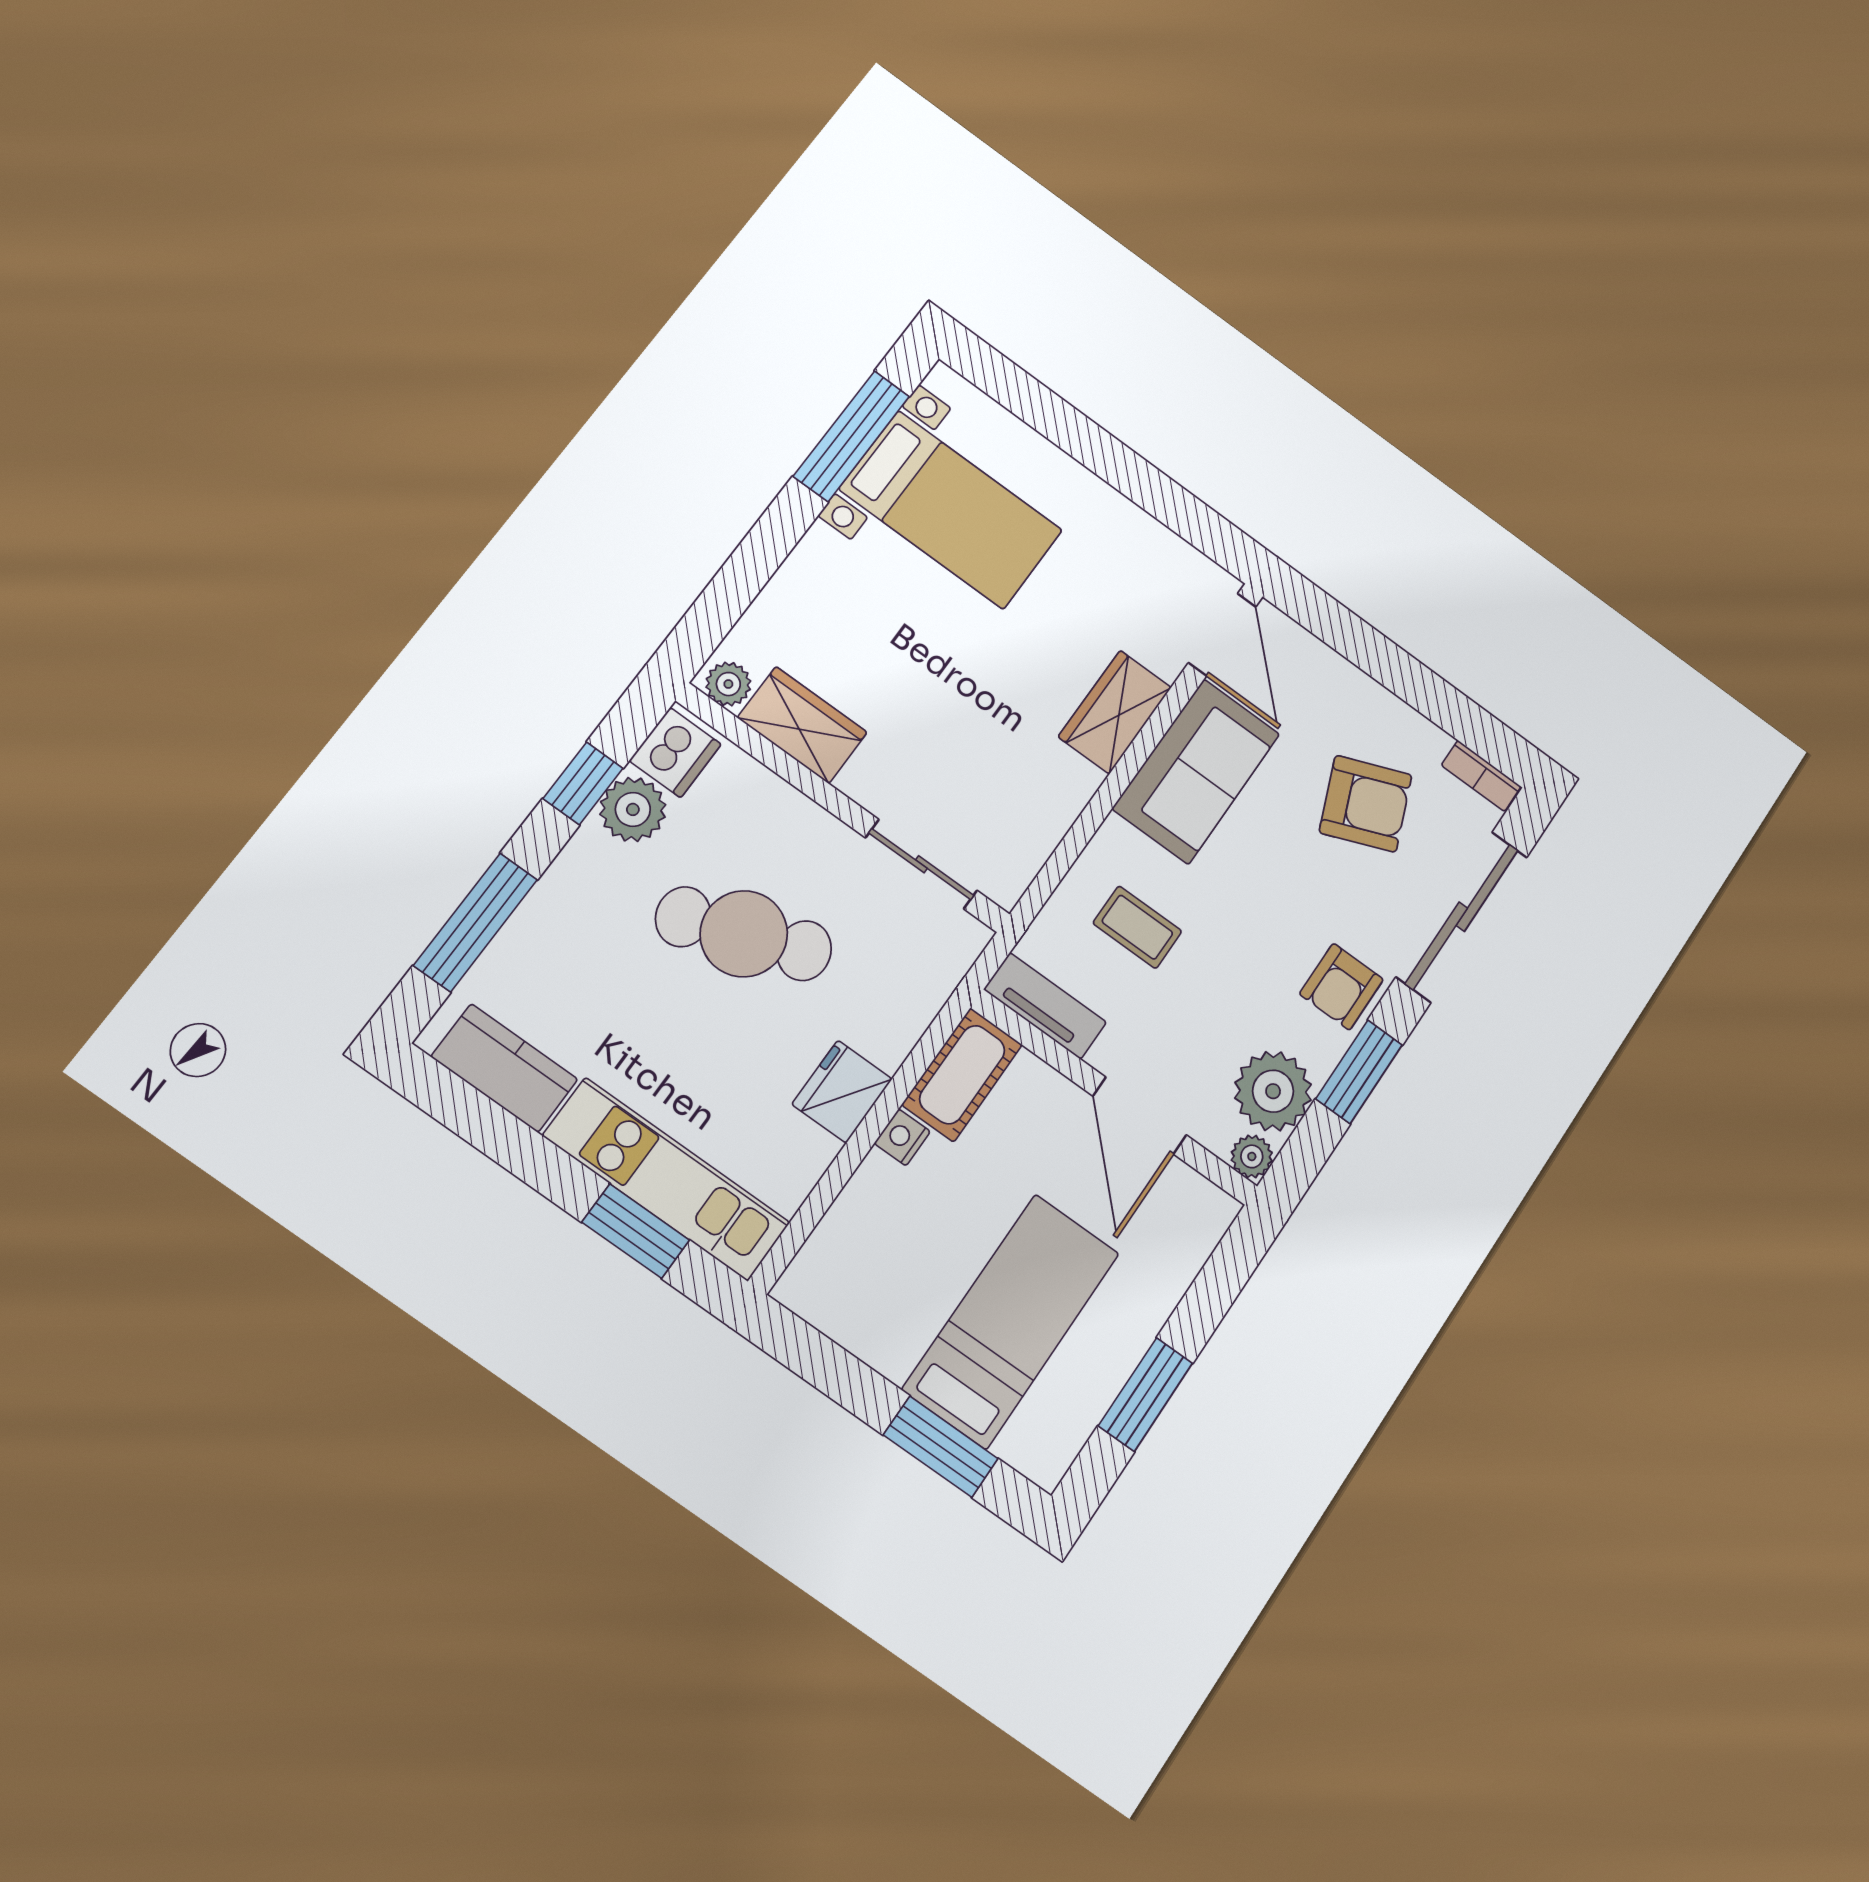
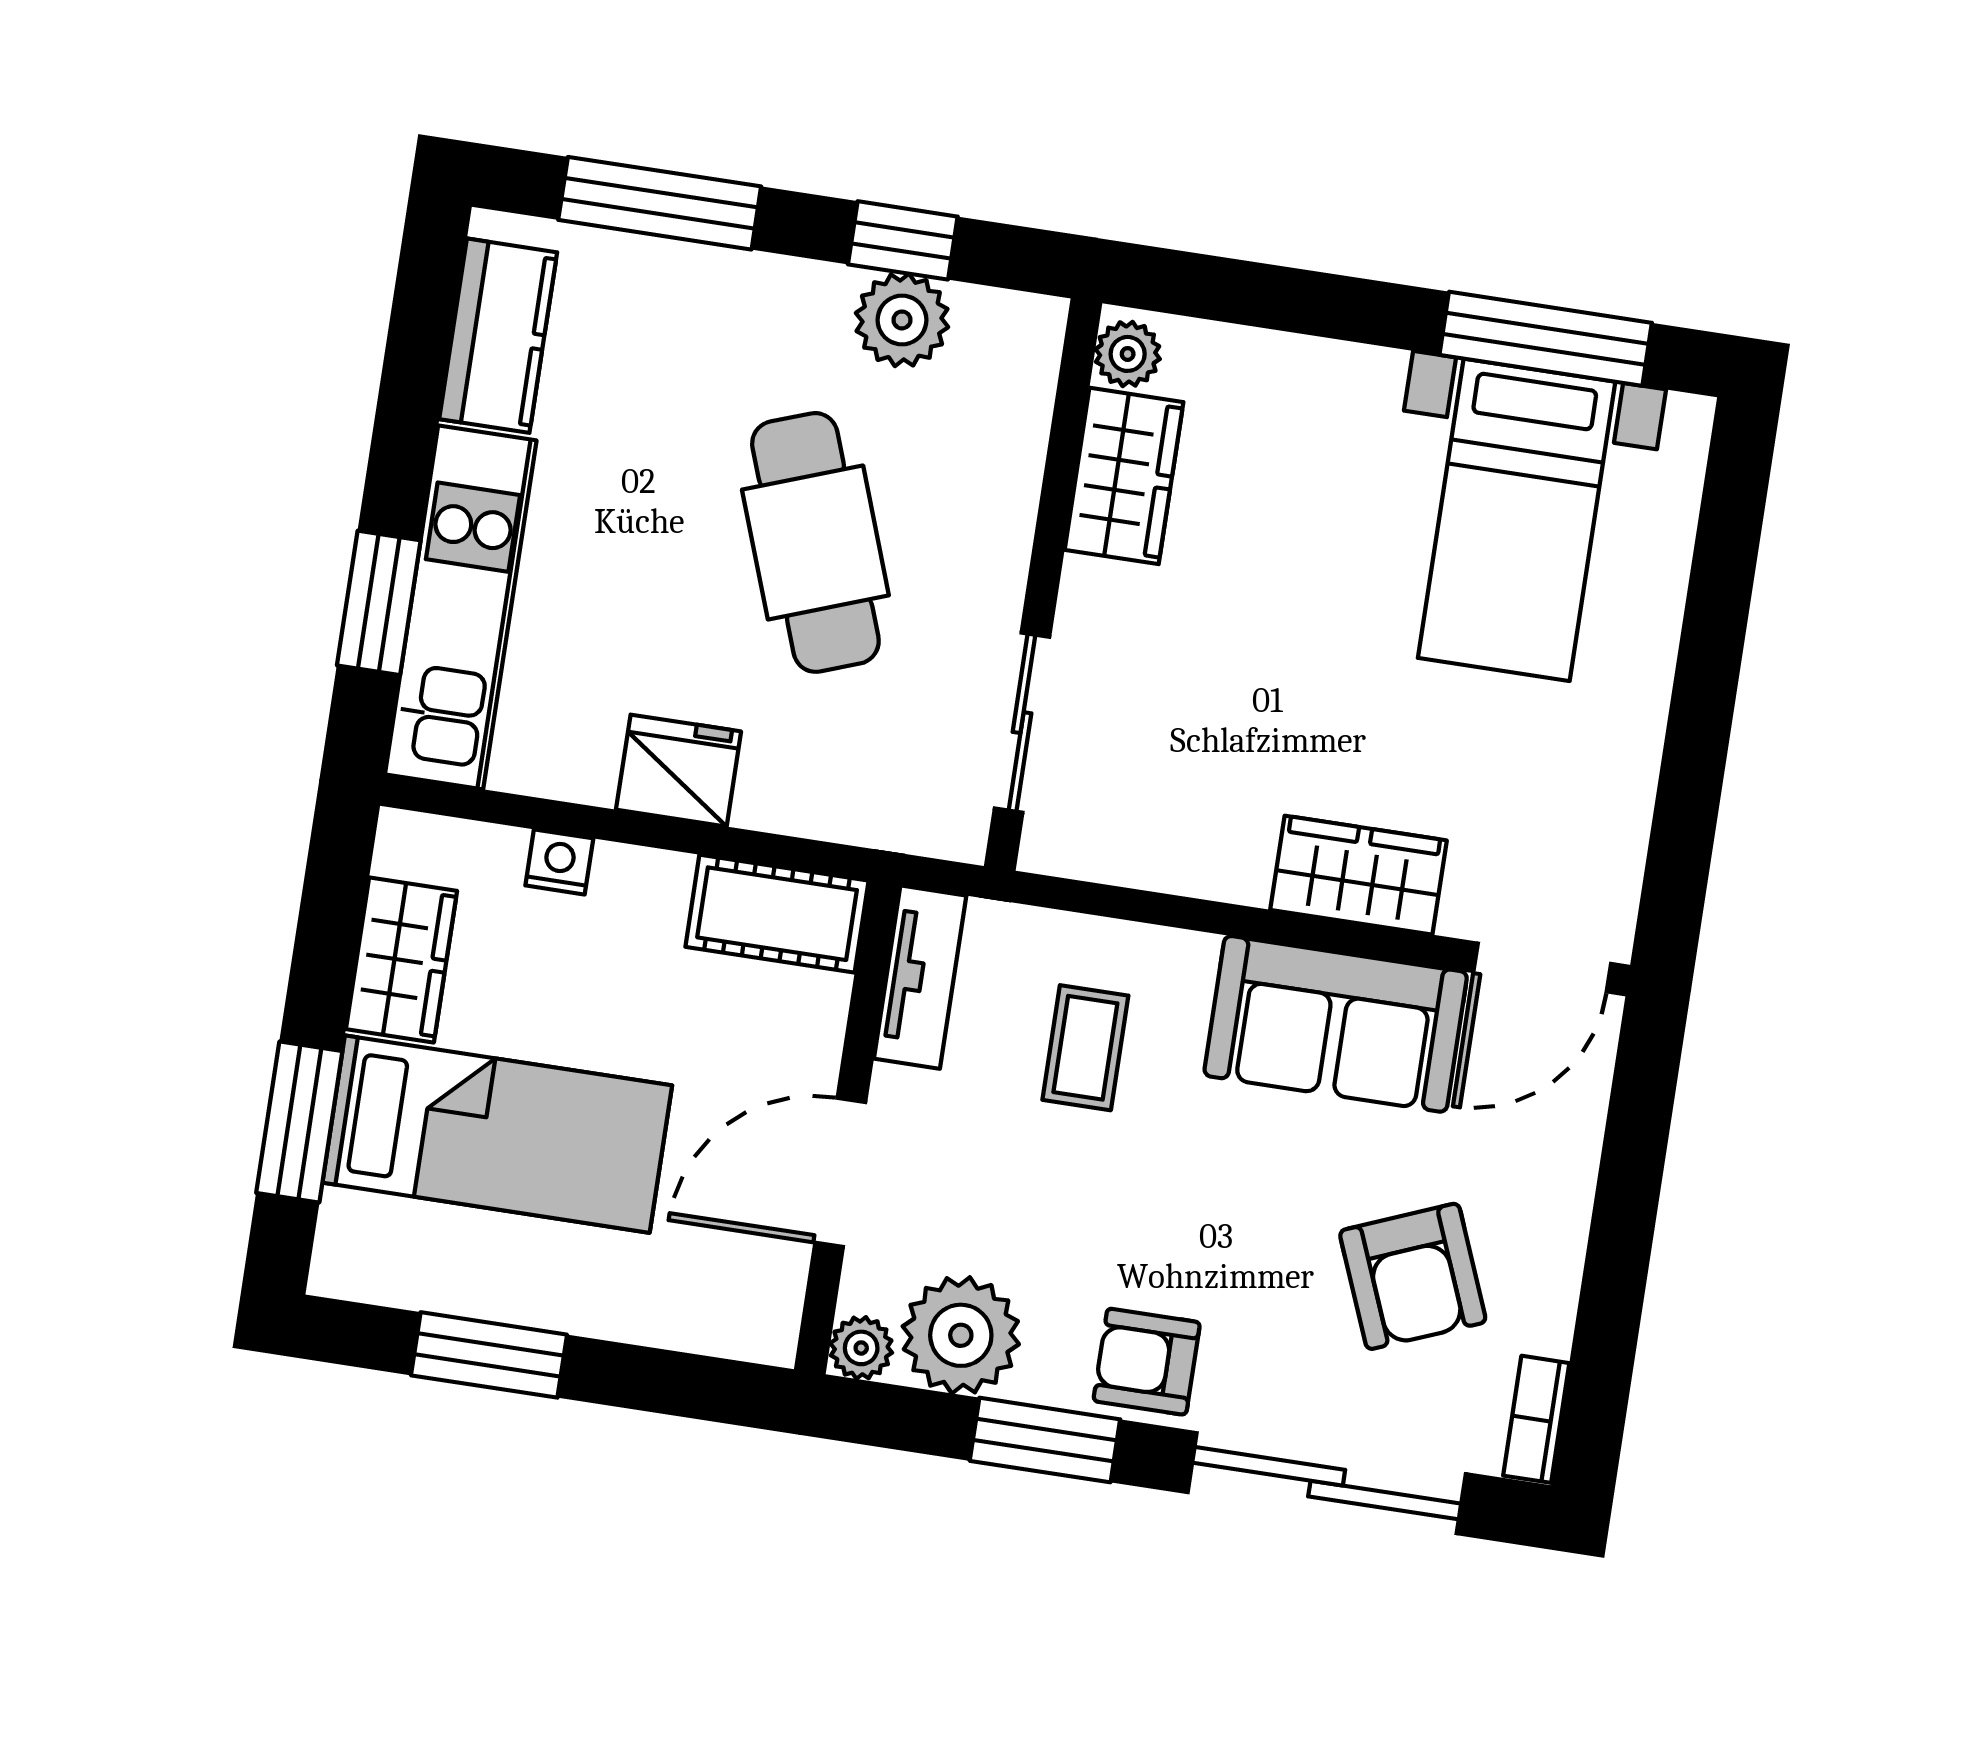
dishwasher: (675, 753) -> (1003, 334), removed
nightstand: (902, 1137) -> (559, 862), moved
wardrobe: (871, 1329) -> (401, 960), added

